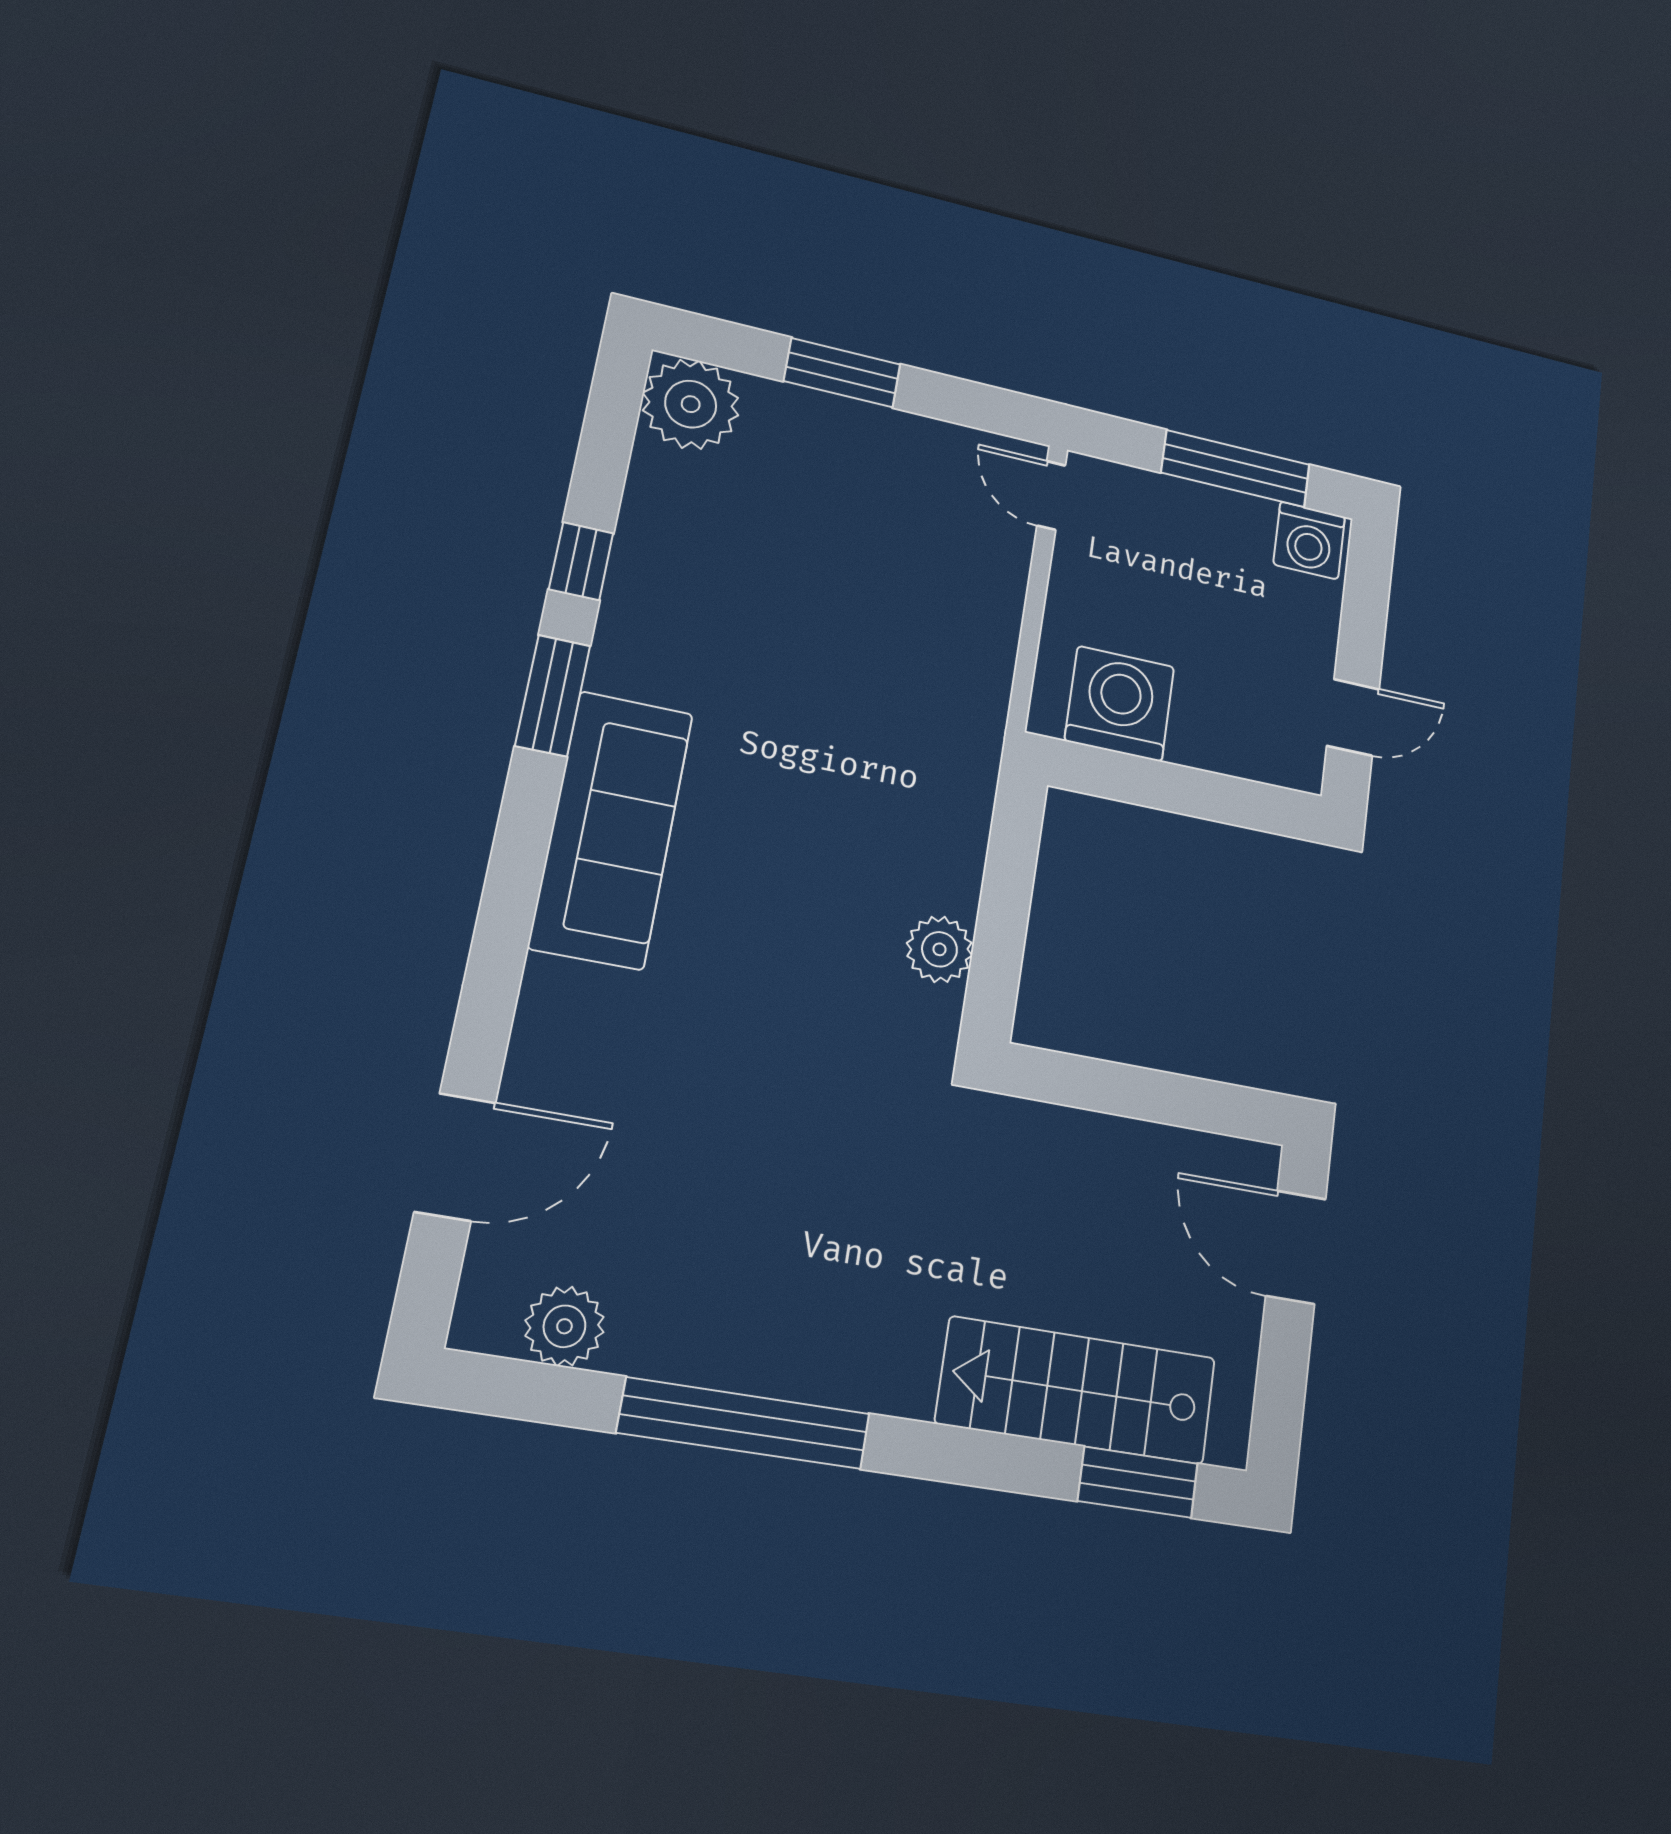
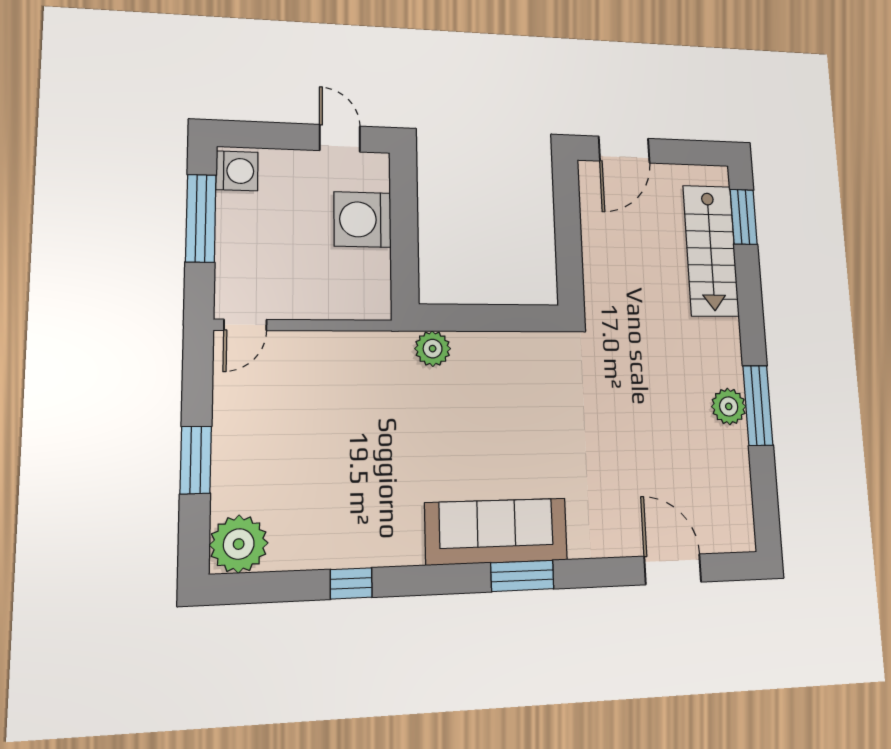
window: (553, 696) -> (522, 576), moved
washing machine: (1120, 704) -> (362, 219), moved
plant: (939, 949) -> (433, 349), moved
plant: (564, 1326) -> (729, 406), moved
window: (744, 1423) -> (758, 405), width x0.68

